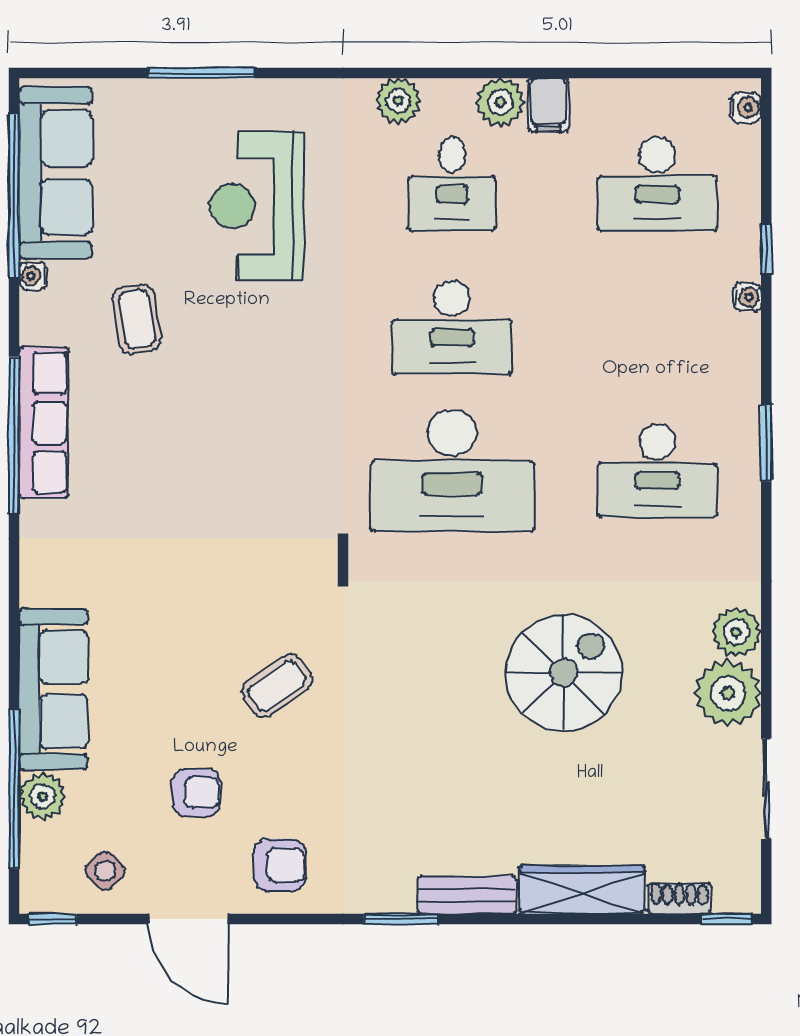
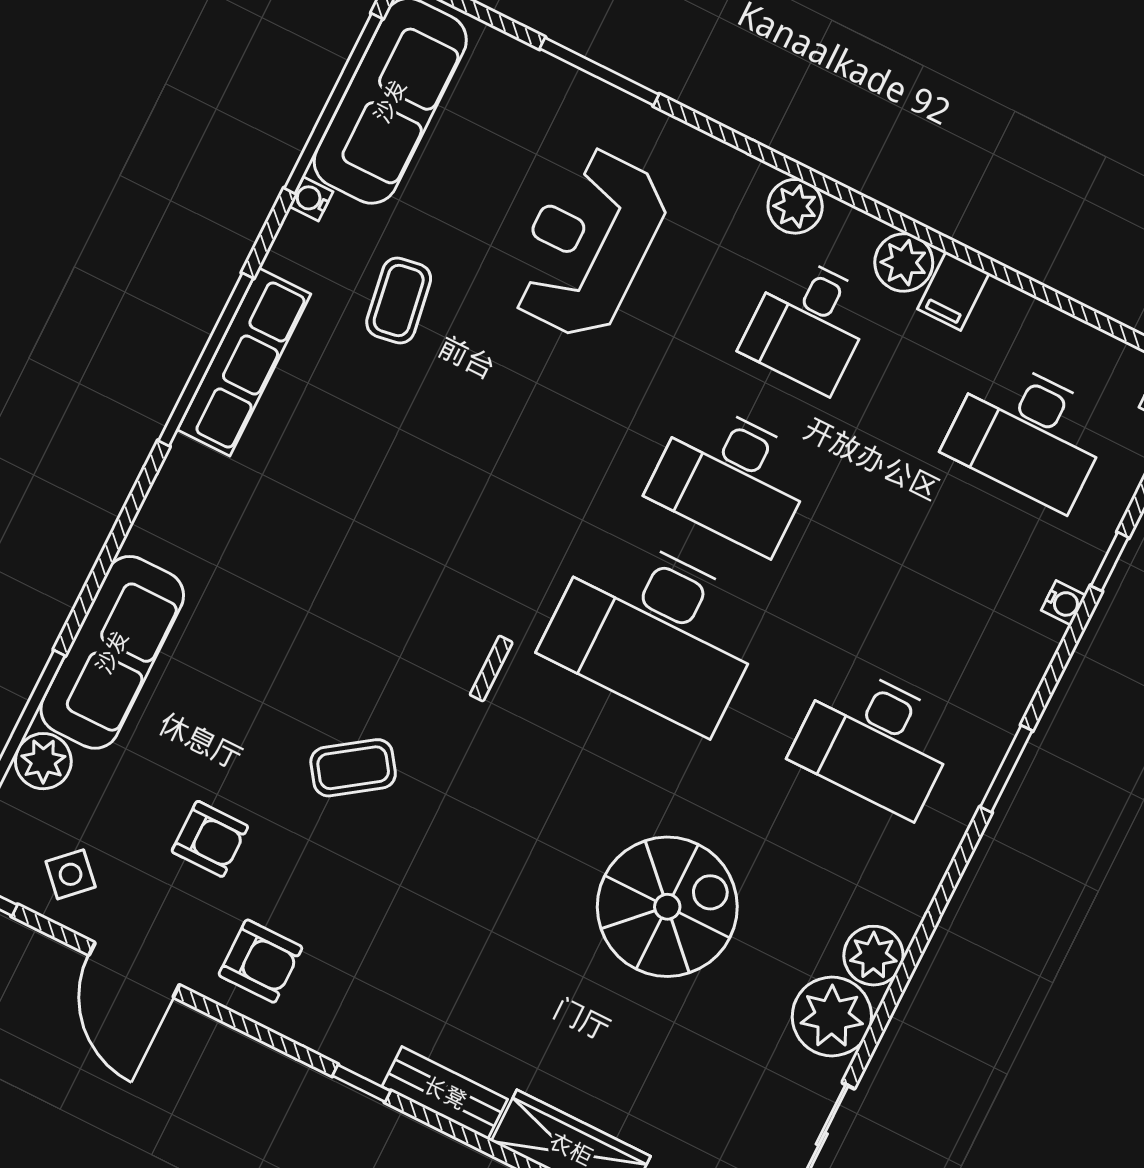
window: (401, 919) -> (361, 1083), width x0.67

